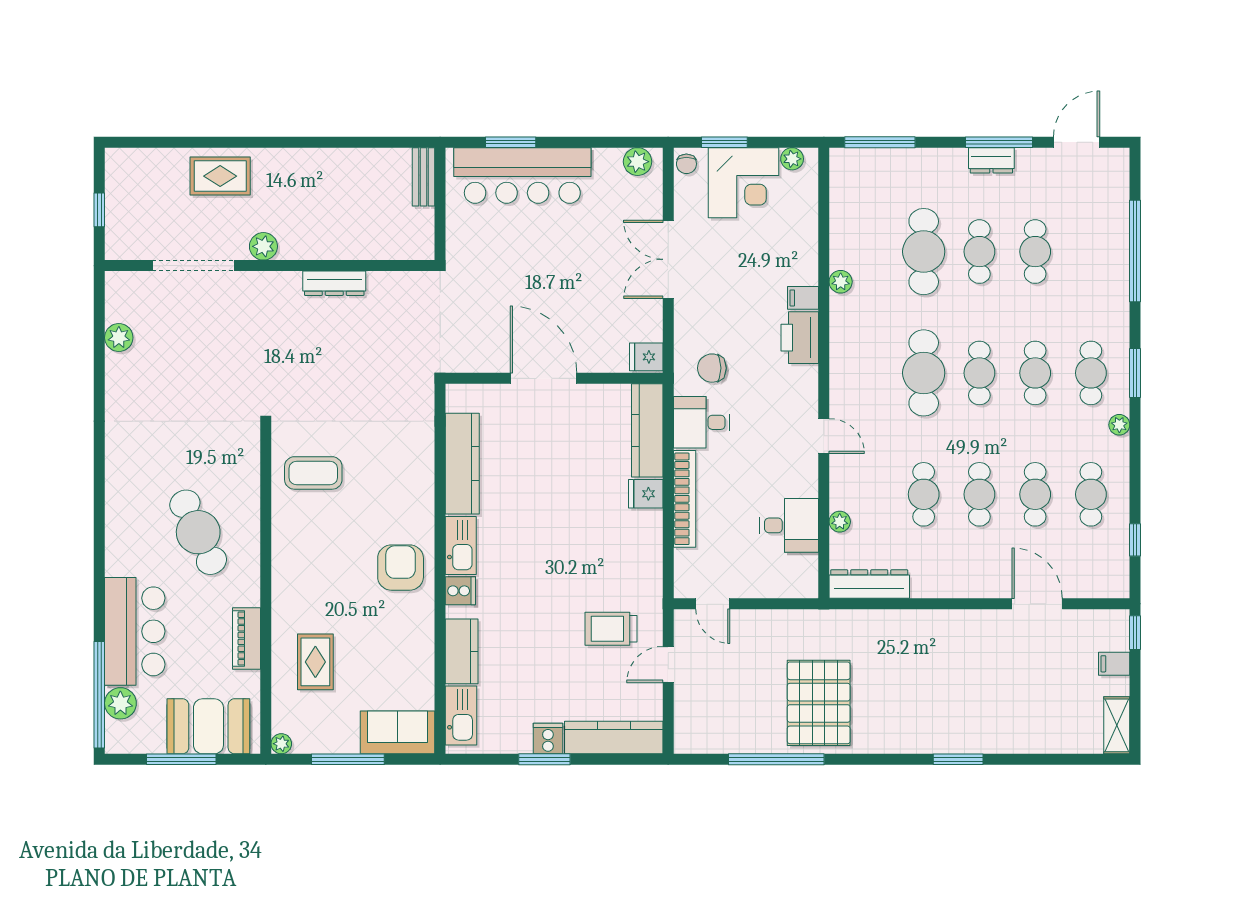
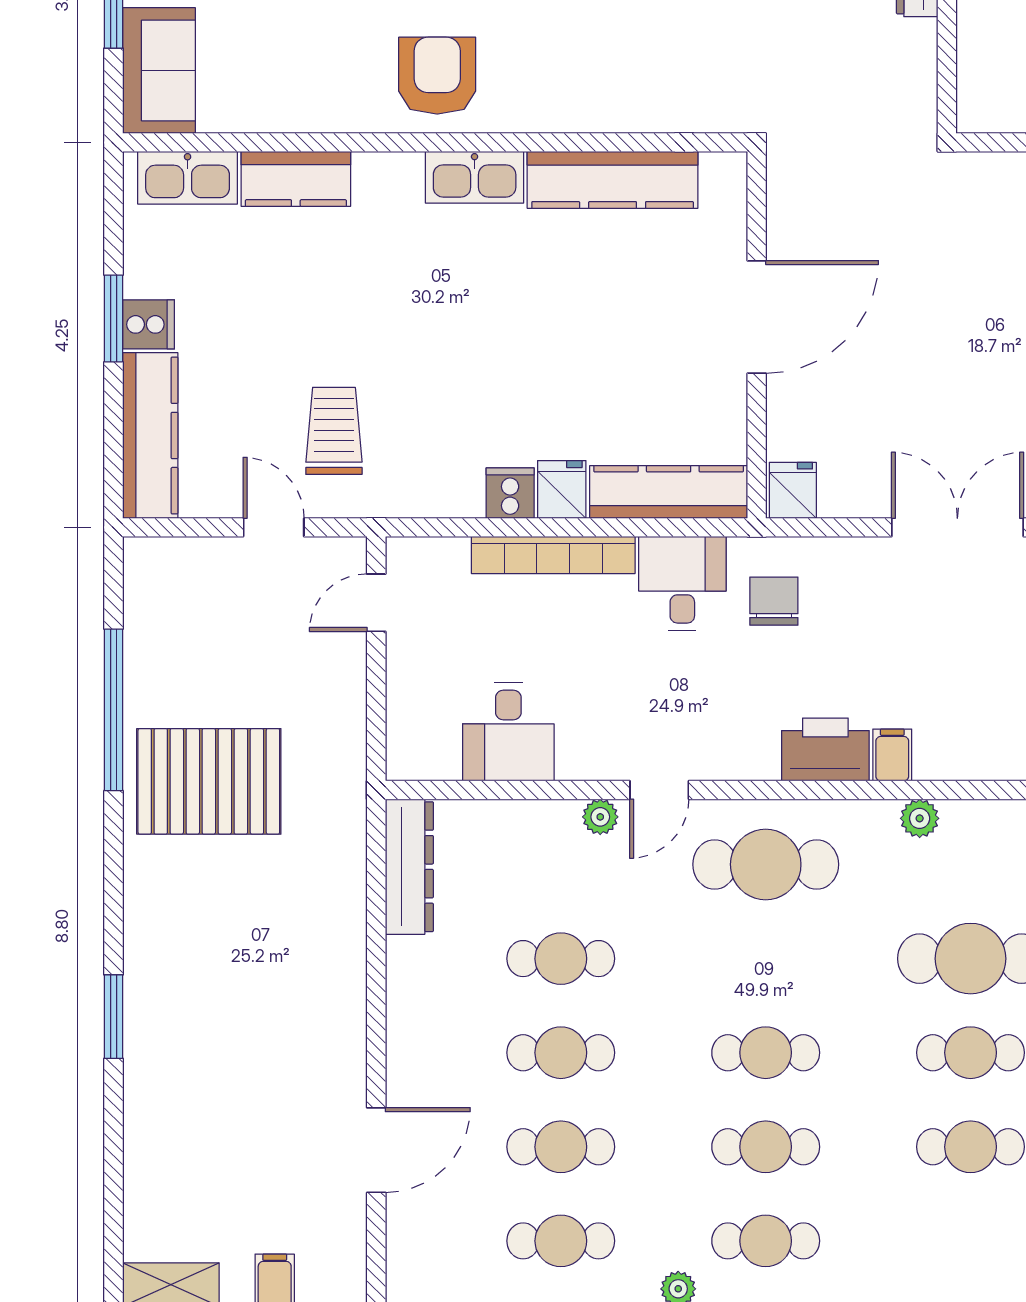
cafe table: (924, 373) -> (766, 864), moved
plant: (840, 522) -> (600, 817), moved
armchair: (401, 568) -> (437, 76), turned -90
cooker: (460, 591) -> (510, 493), moved, turned 180

